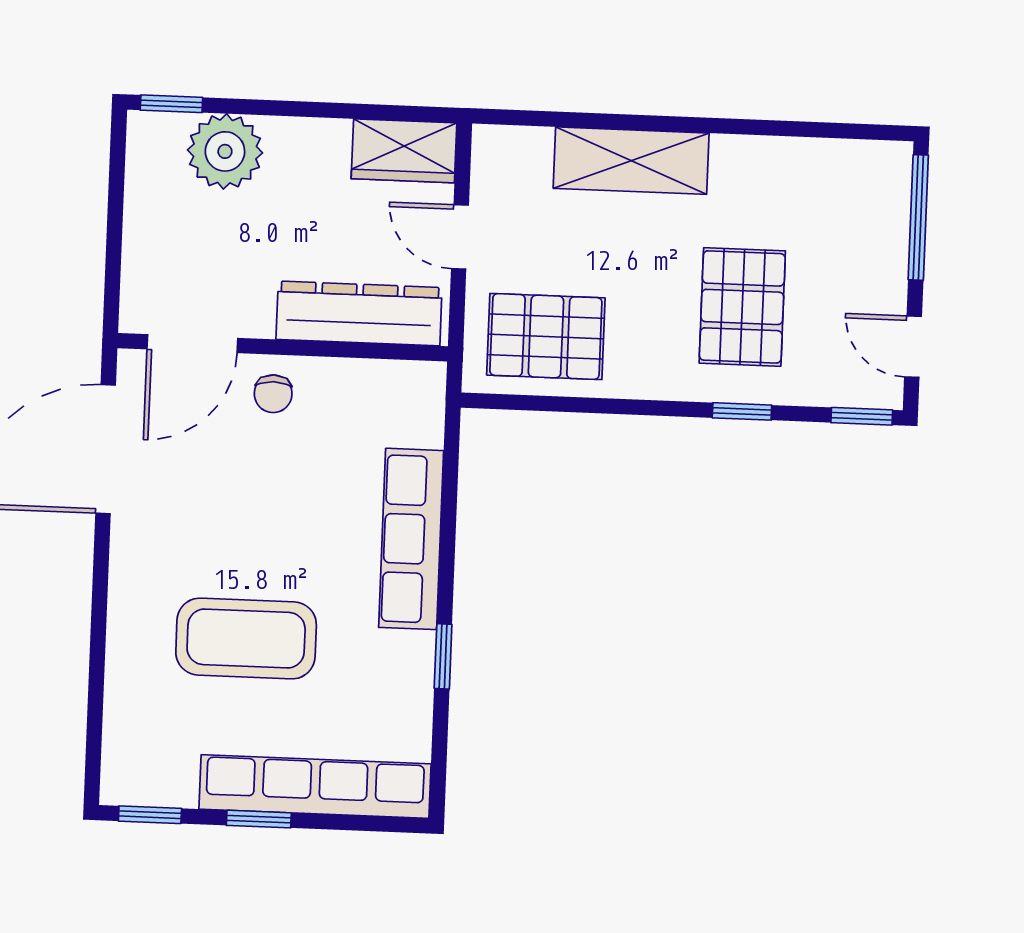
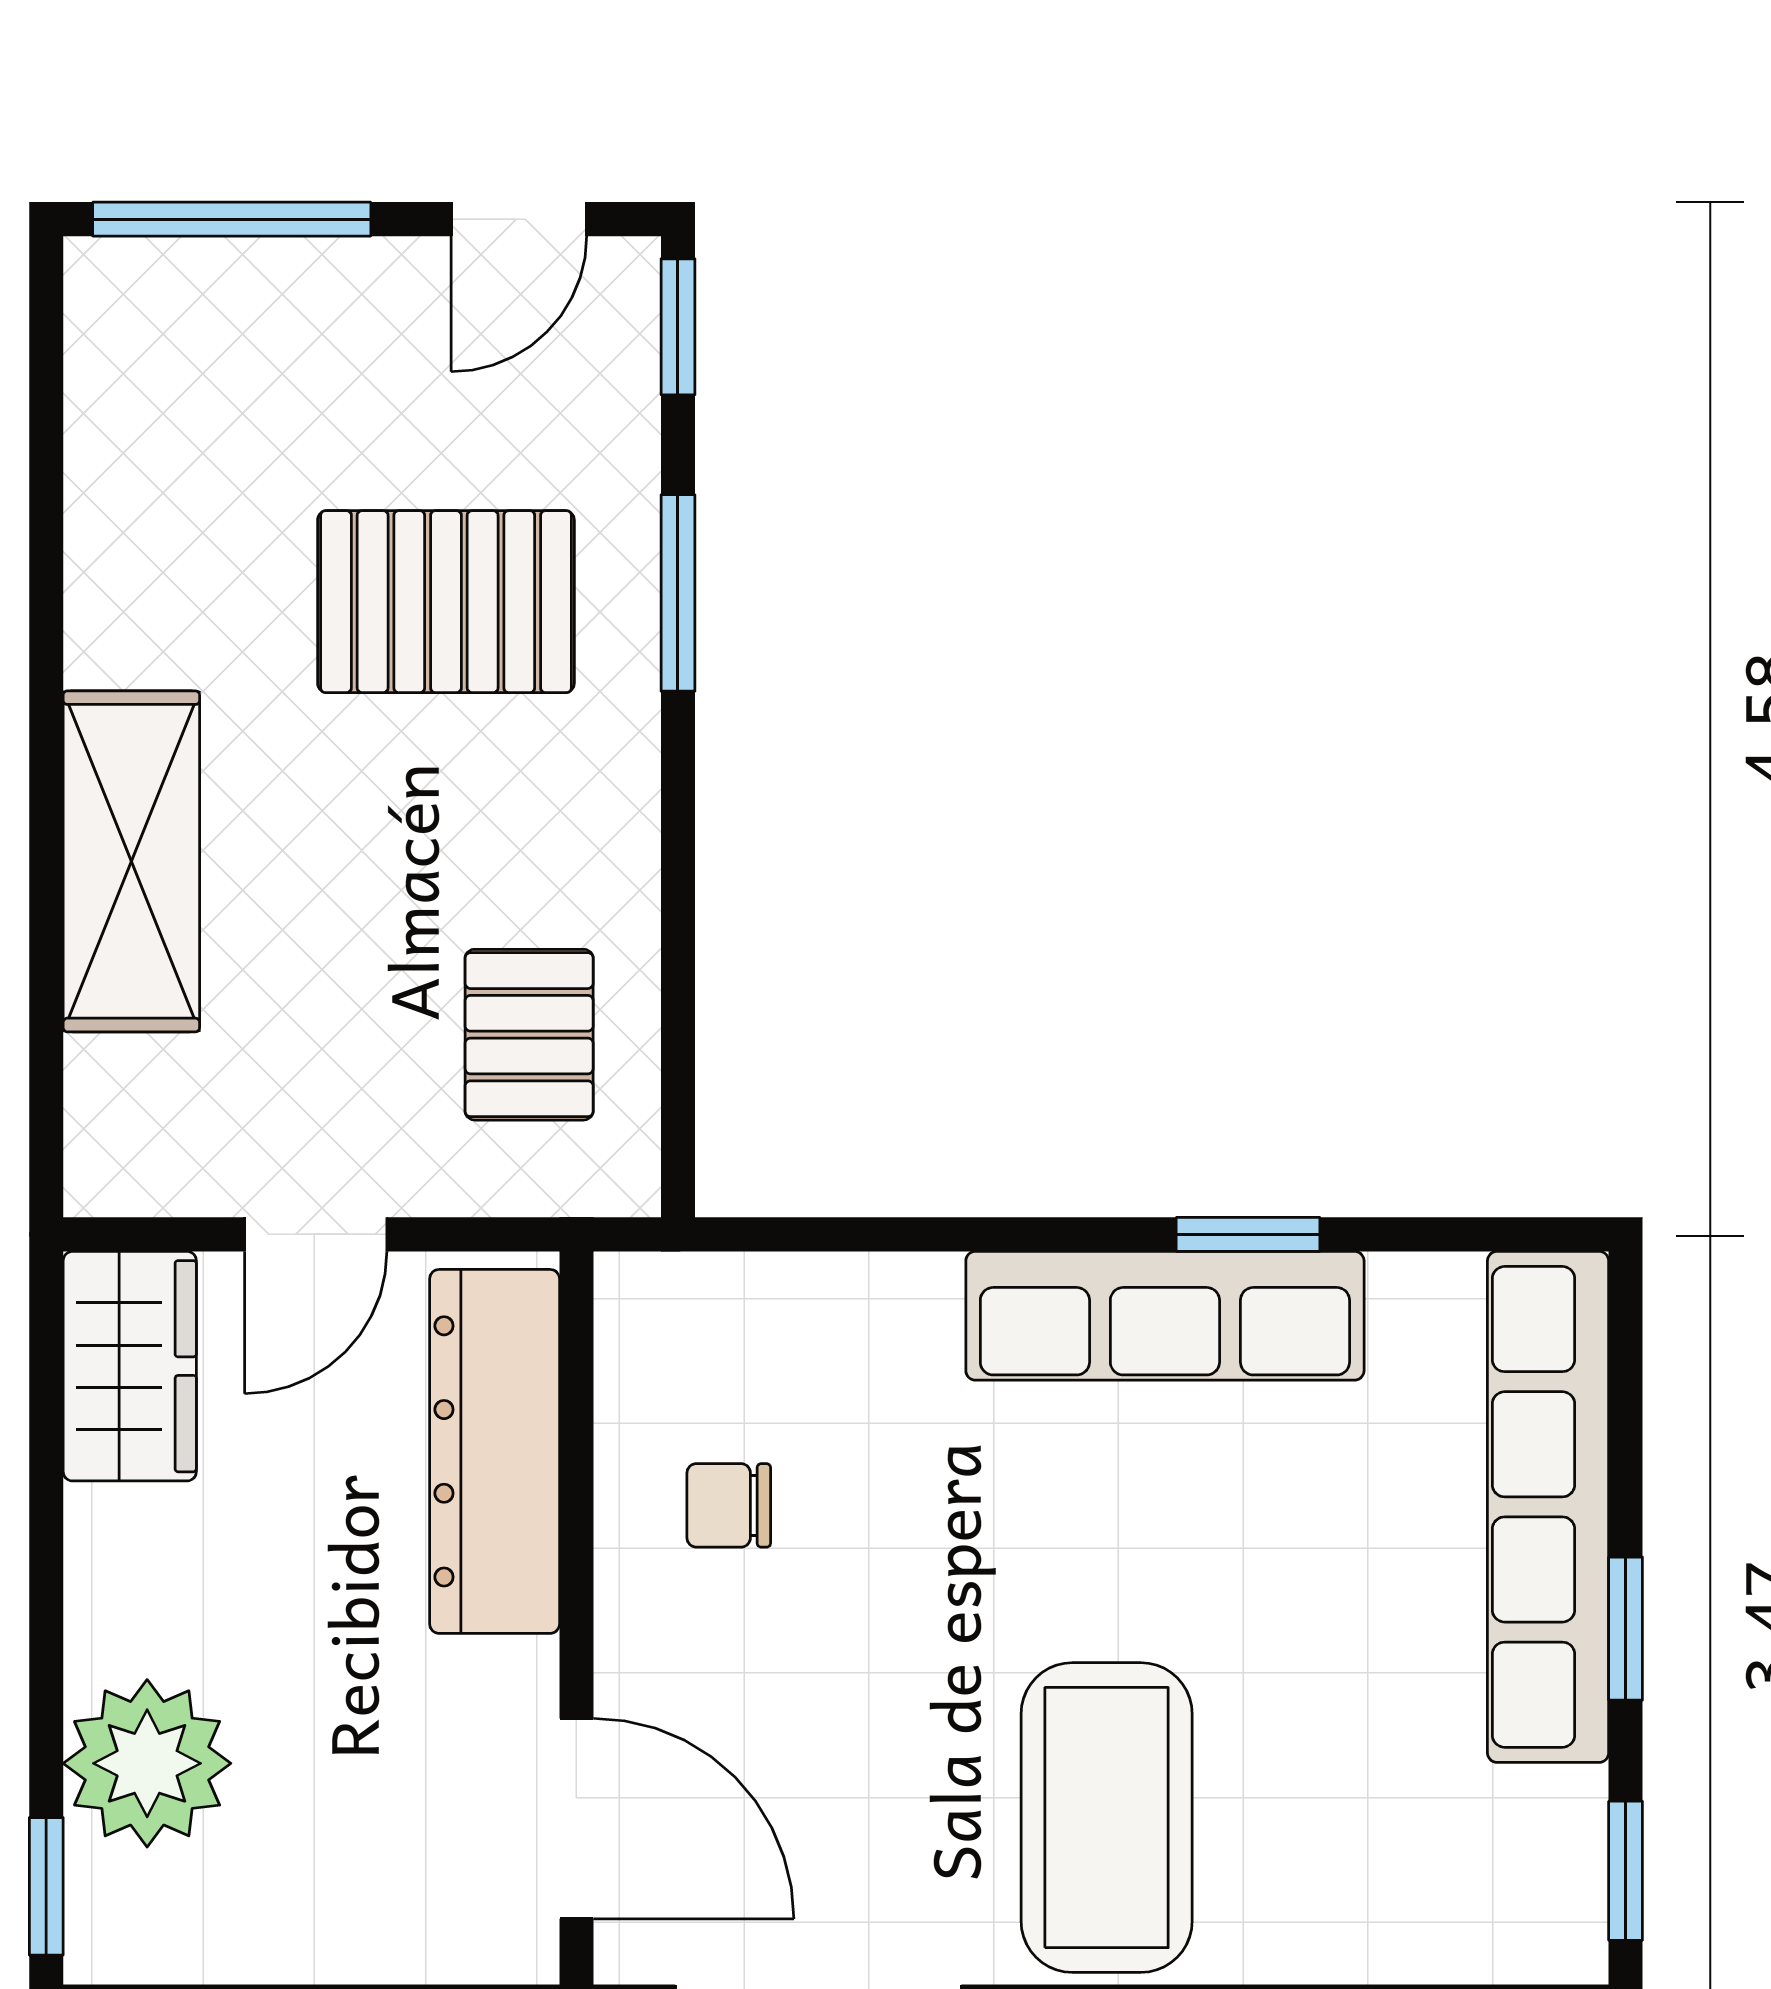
pallet: (546, 336) -> (529, 1035), width x0.67, depth x0.71
chair: (273, 394) -> (729, 1505), moved, turned 180
window: (742, 411) -> (678, 593), width x1.50
row of seats: (411, 539) -> (1165, 1316), moved
coffee table: (246, 638) -> (1107, 1818), moved

